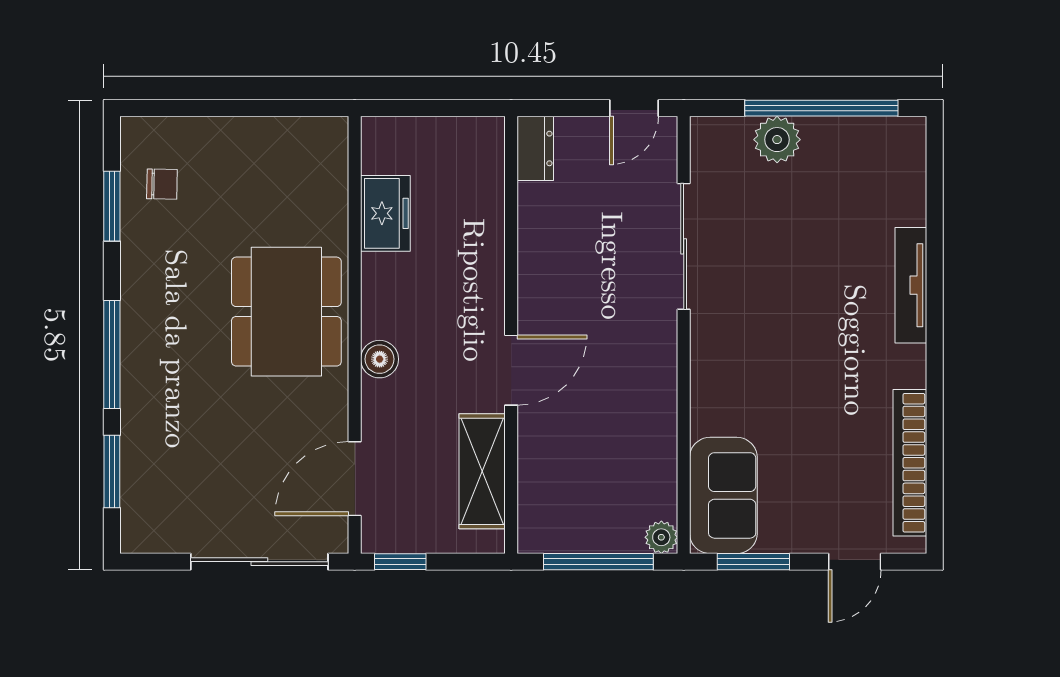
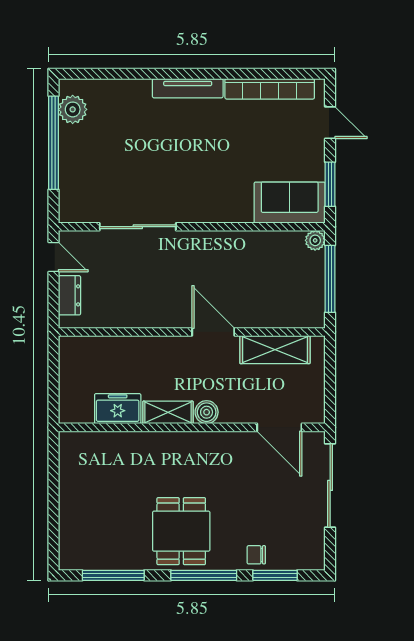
plant: (777, 140) -> (73, 109), moved
dresser: (535, 148) -> (70, 295), moved, turned 90
chair: (162, 184) -> (256, 555), moved, turned -91
window: (112, 206) -> (113, 575), width x1.44
tv unit: (911, 285) -> (188, 88), moved
shelving: (379, 296) -> (168, 412), added
dining table: (286, 312) -> (181, 531), moved, width x0.73
window: (400, 562) -> (330, 400), removed

